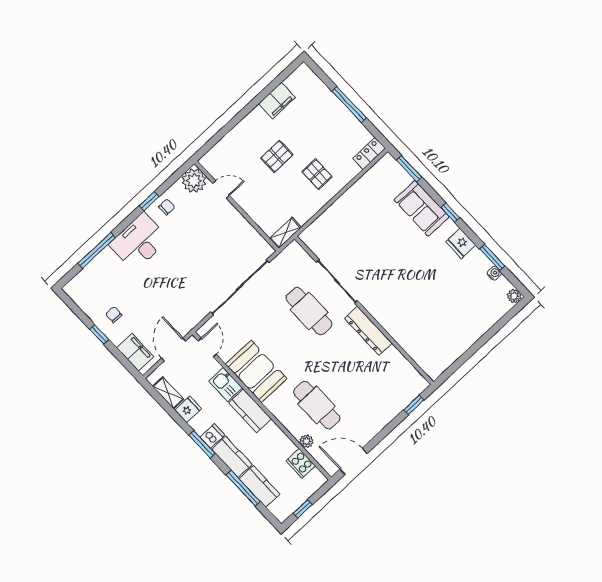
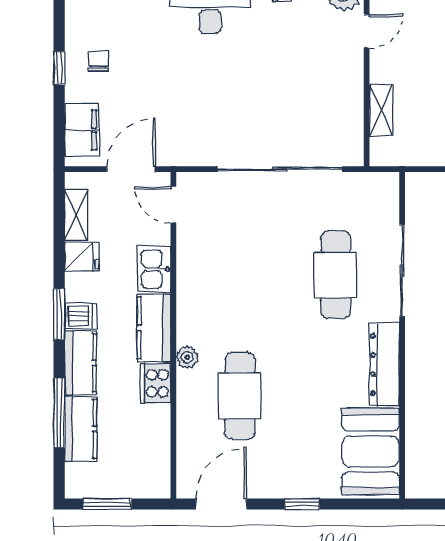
door: (221, 189) -> (367, 31), hinge flipped
shelving: (285, 233) -> (381, 110), moved, turned 90
door: (207, 348) -> (173, 205), swing flipped
booth: (256, 371) -> (370, 451), moved
window: (414, 405) -> (302, 504), moved
plant: (306, 441) -> (187, 357), moved
door: (354, 461) -> (221, 504), hinge flipped
cooker: (301, 463) -> (156, 383), moved
window: (303, 509) -> (107, 504), width x1.50

